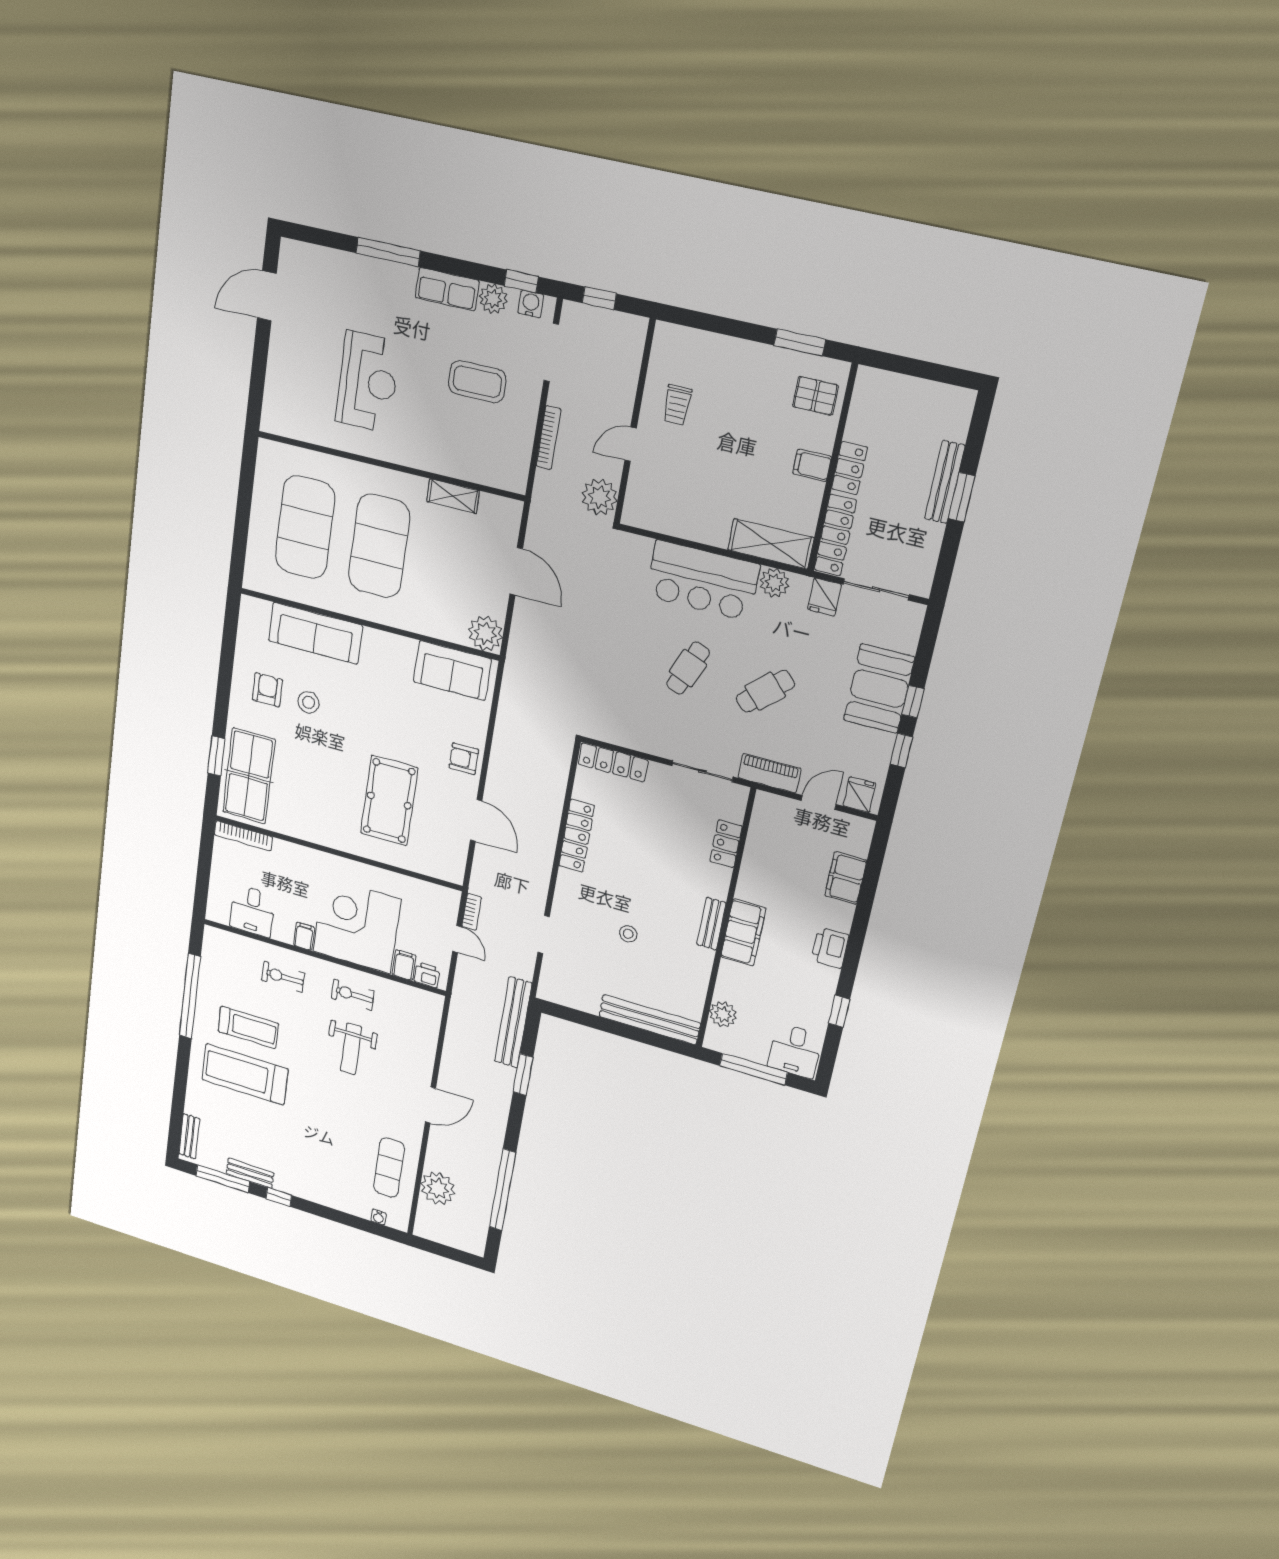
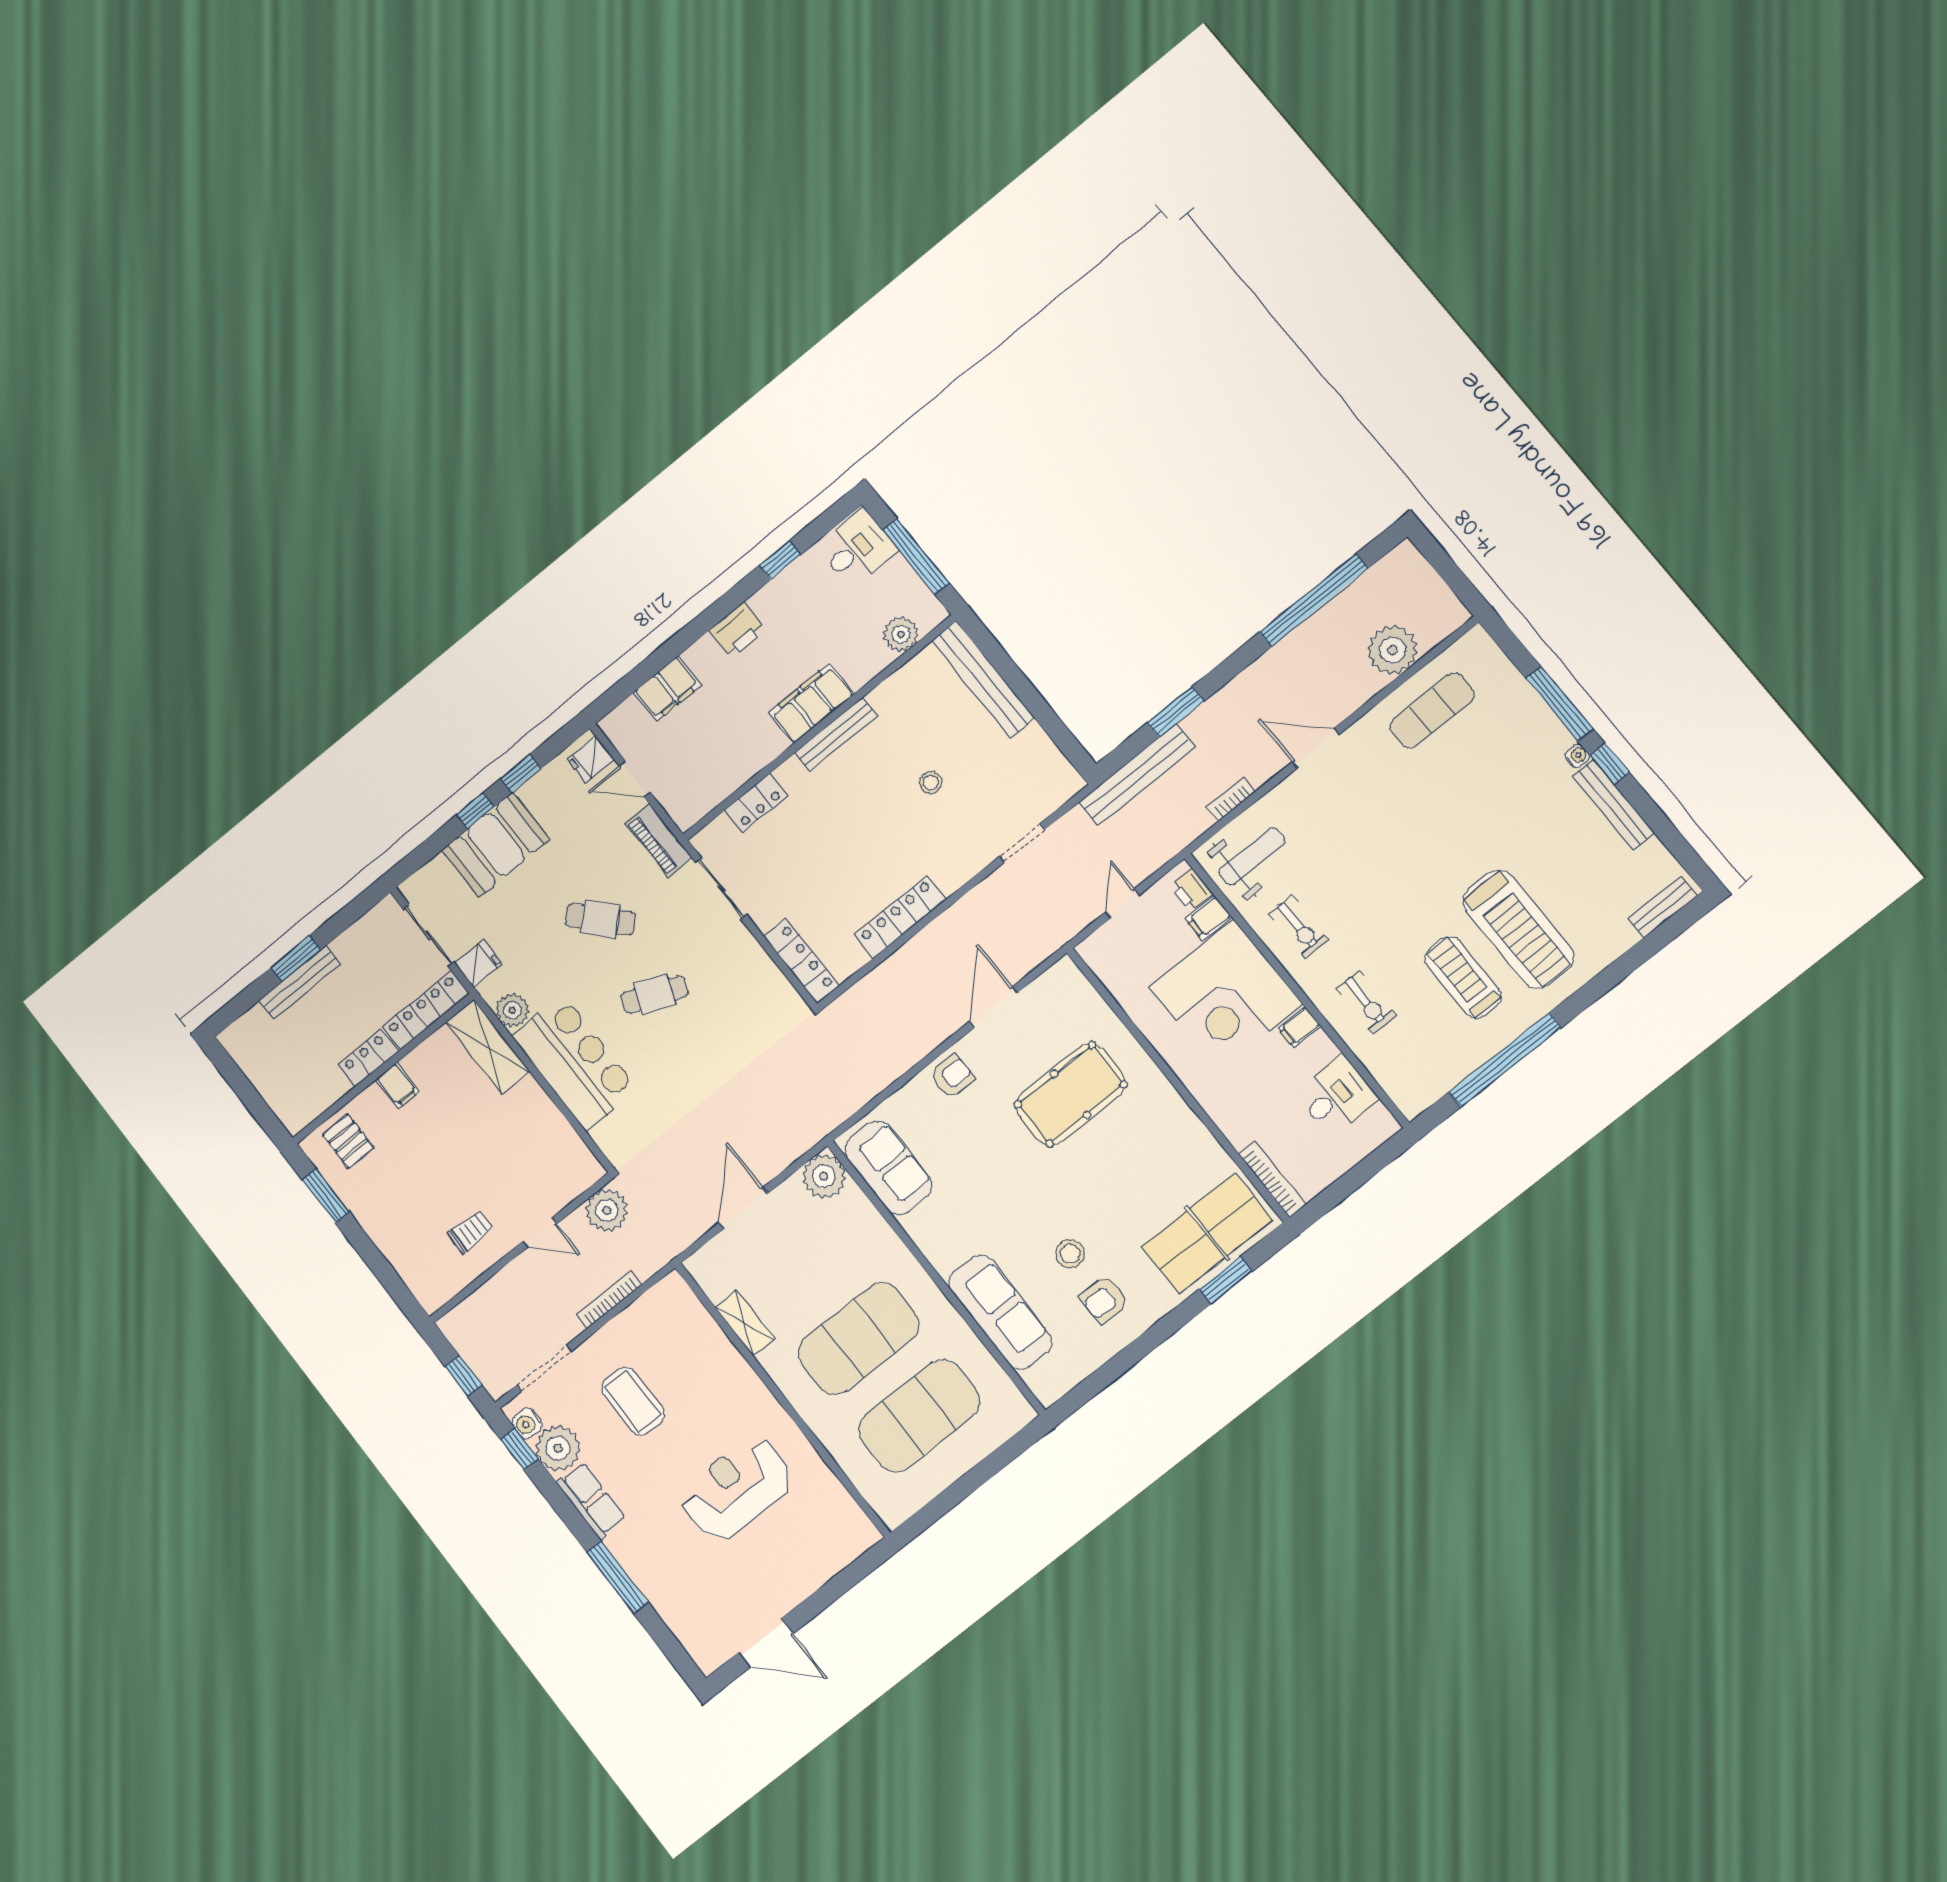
plant: (493, 299) -> (558, 1448), width x1.36, depth x1.36
armchair: (464, 759) -> (952, 1076), turned -90
bookcase: (472, 912) -> (1231, 799), moved
bench: (711, 924) -> (836, 734), width x1.36
weight bench: (351, 1049) -> (1252, 856), moved
bench: (250, 1173) -> (1613, 805), width x1.36
window: (223, 1179) -> (1559, 704), moved
water cooler: (379, 1217) -> (1577, 756), moved

